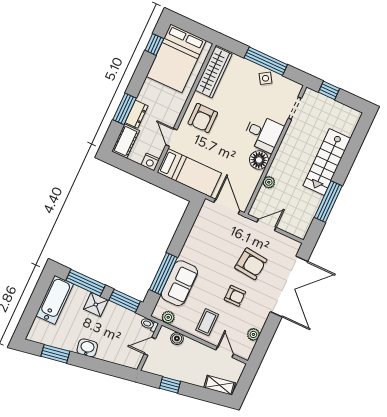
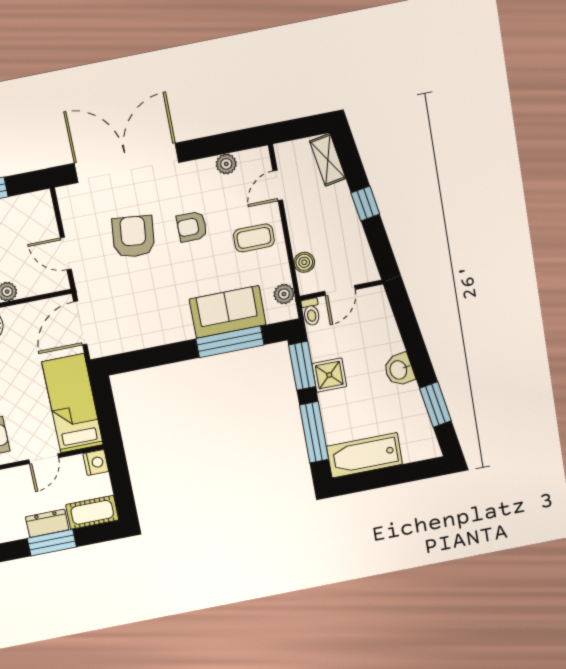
armchair: (235, 296) -> (192, 227), turned -90
shower: (96, 304) -> (329, 375), moved
door: (150, 346) -> (340, 290), hinge flipped
window: (170, 385) -> (365, 204), moved

